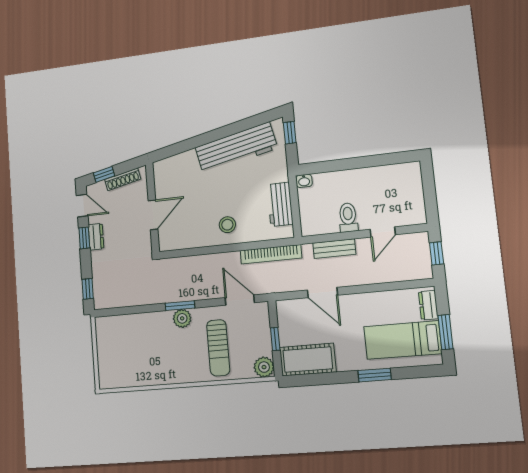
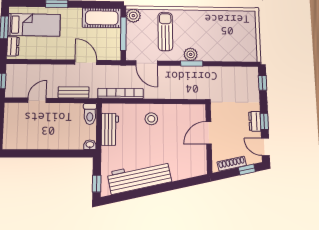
toilet: (348, 217) -> (90, 114), moved
window: (275, 339) -> (123, 34), width x2.17

